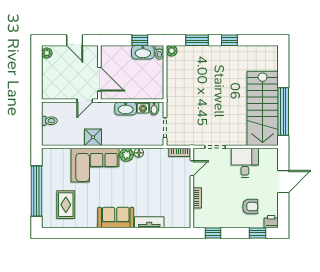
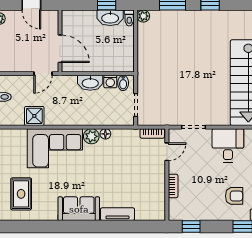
shower: (93, 137) -> (34, 116), moved

